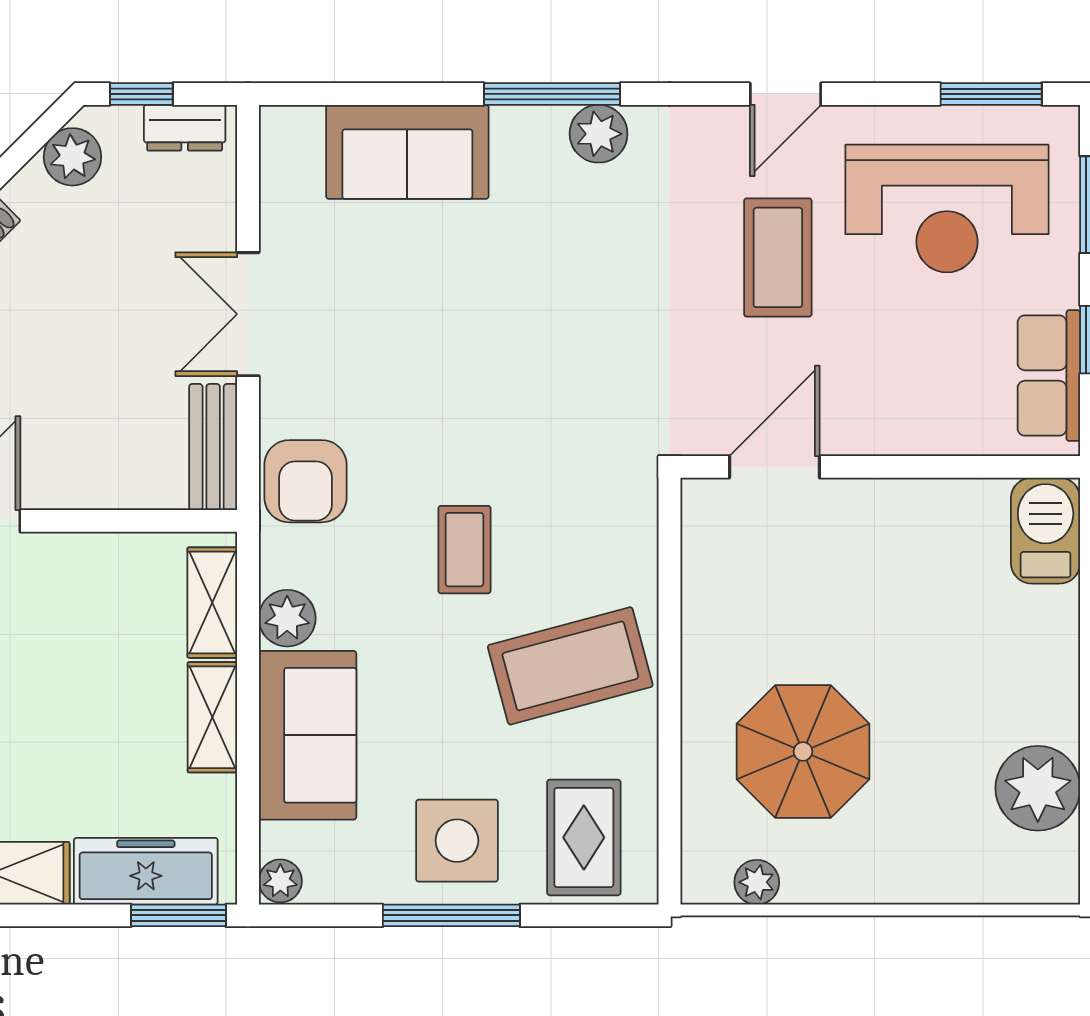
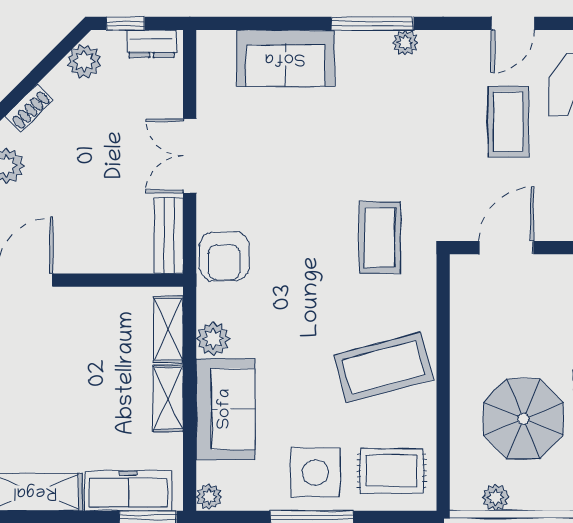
plant: (599, 134) -> (405, 43), width x0.73, depth x0.73
coffee table: (464, 550) -> (380, 237), moved, width x1.36, depth x1.30
rug: (584, 837) -> (392, 471), turned 90

